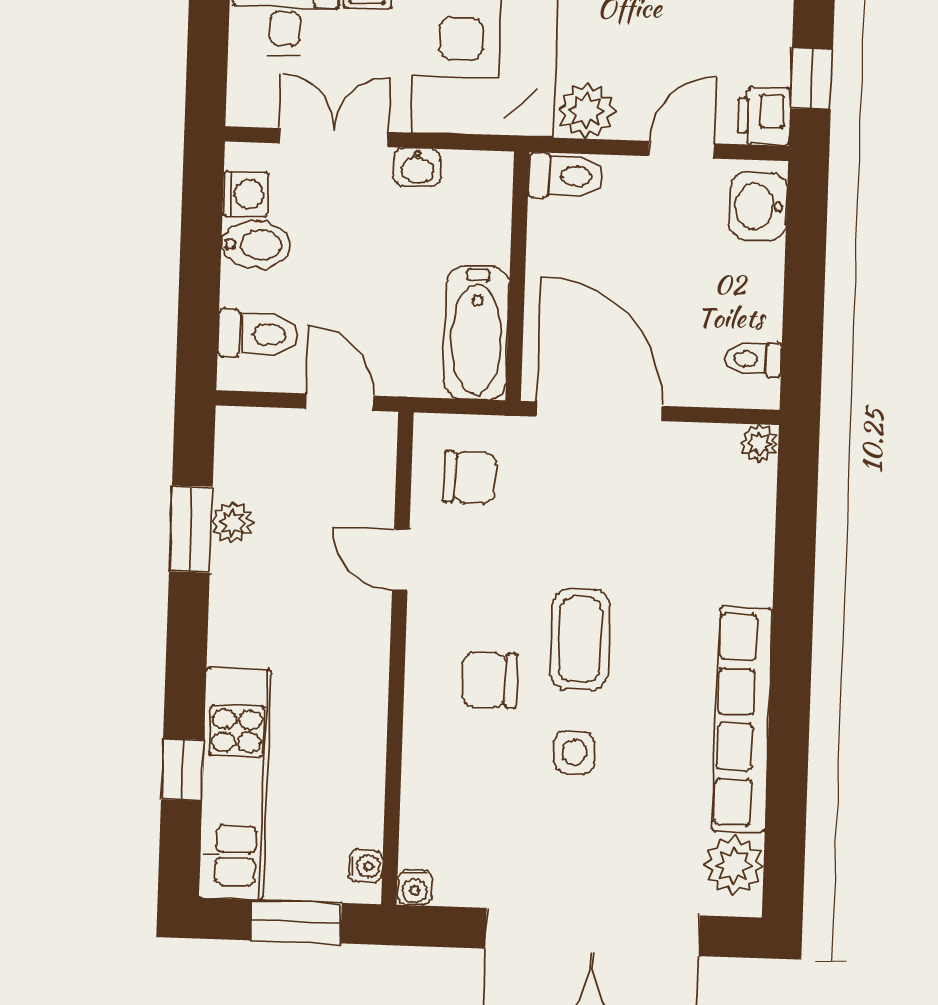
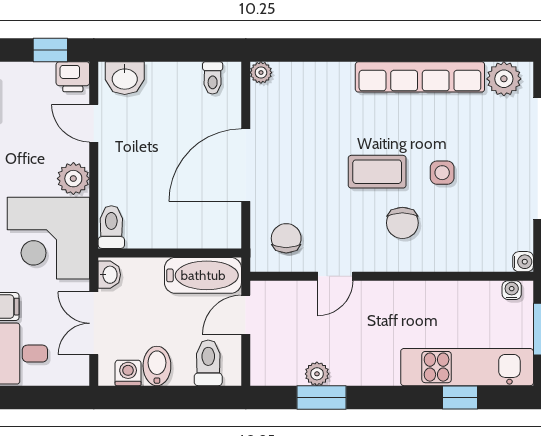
toilet: (566, 176) -> (111, 227), moved
wall: (517, 276) -> (170, 253), moved
bathtub: (476, 333) -> (203, 275), moved

